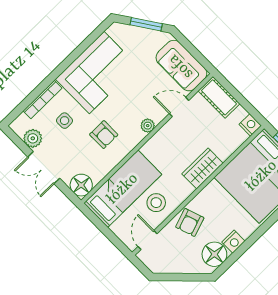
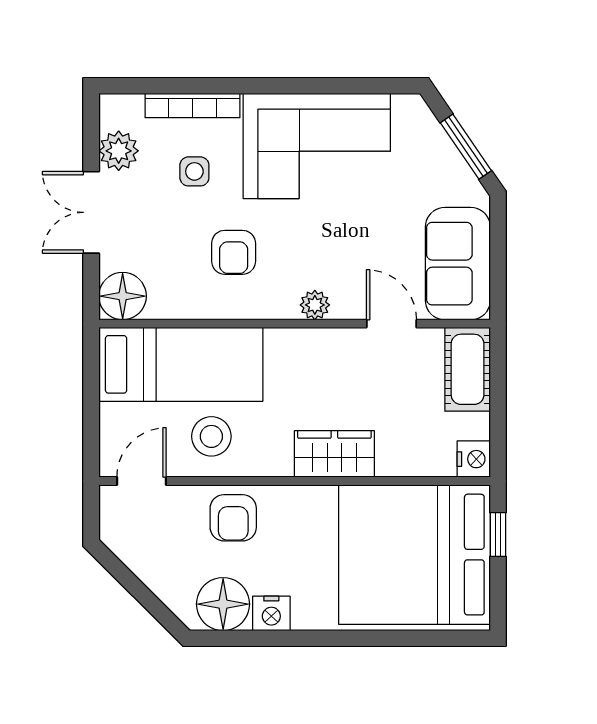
armchair: (190, 222) -> (233, 518), turned -71

